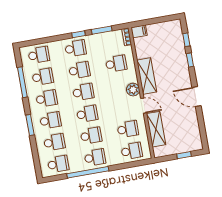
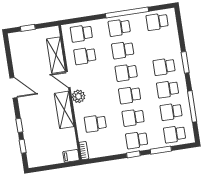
window: (102, 30) -> (161, 150), moved
school desk: (54, 142) -> (161, 44), removed

